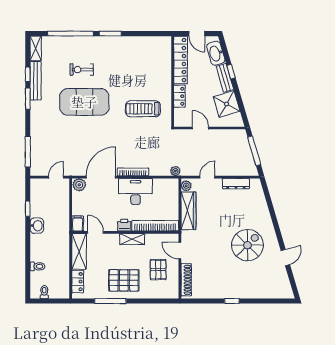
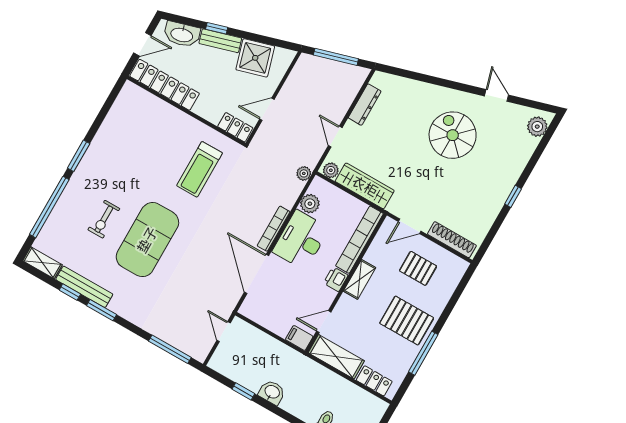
locker: (179, 96) -> (235, 127), moved
plant: (79, 185) -> (310, 204), moved
pallet: (124, 280) -> (407, 321), turned 90
plant: (281, 292) -> (537, 127), added

